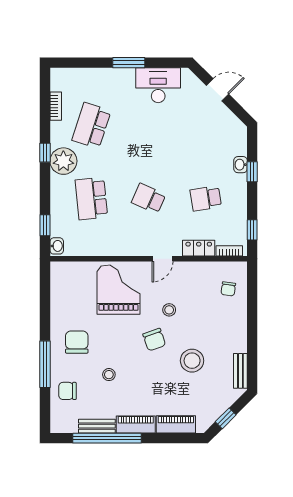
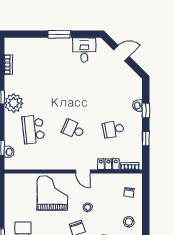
desk: (158, 85) -> (84, 50), width x0.73
school desk: (91, 125) -> (33, 78), removed
window: (252, 230) -> (146, 138), moved
washbasin: (57, 246) -> (9, 152), moved
door: (162, 259) -> (83, 172), hinge flipped
stool: (228, 331) -> (129, 222), added

